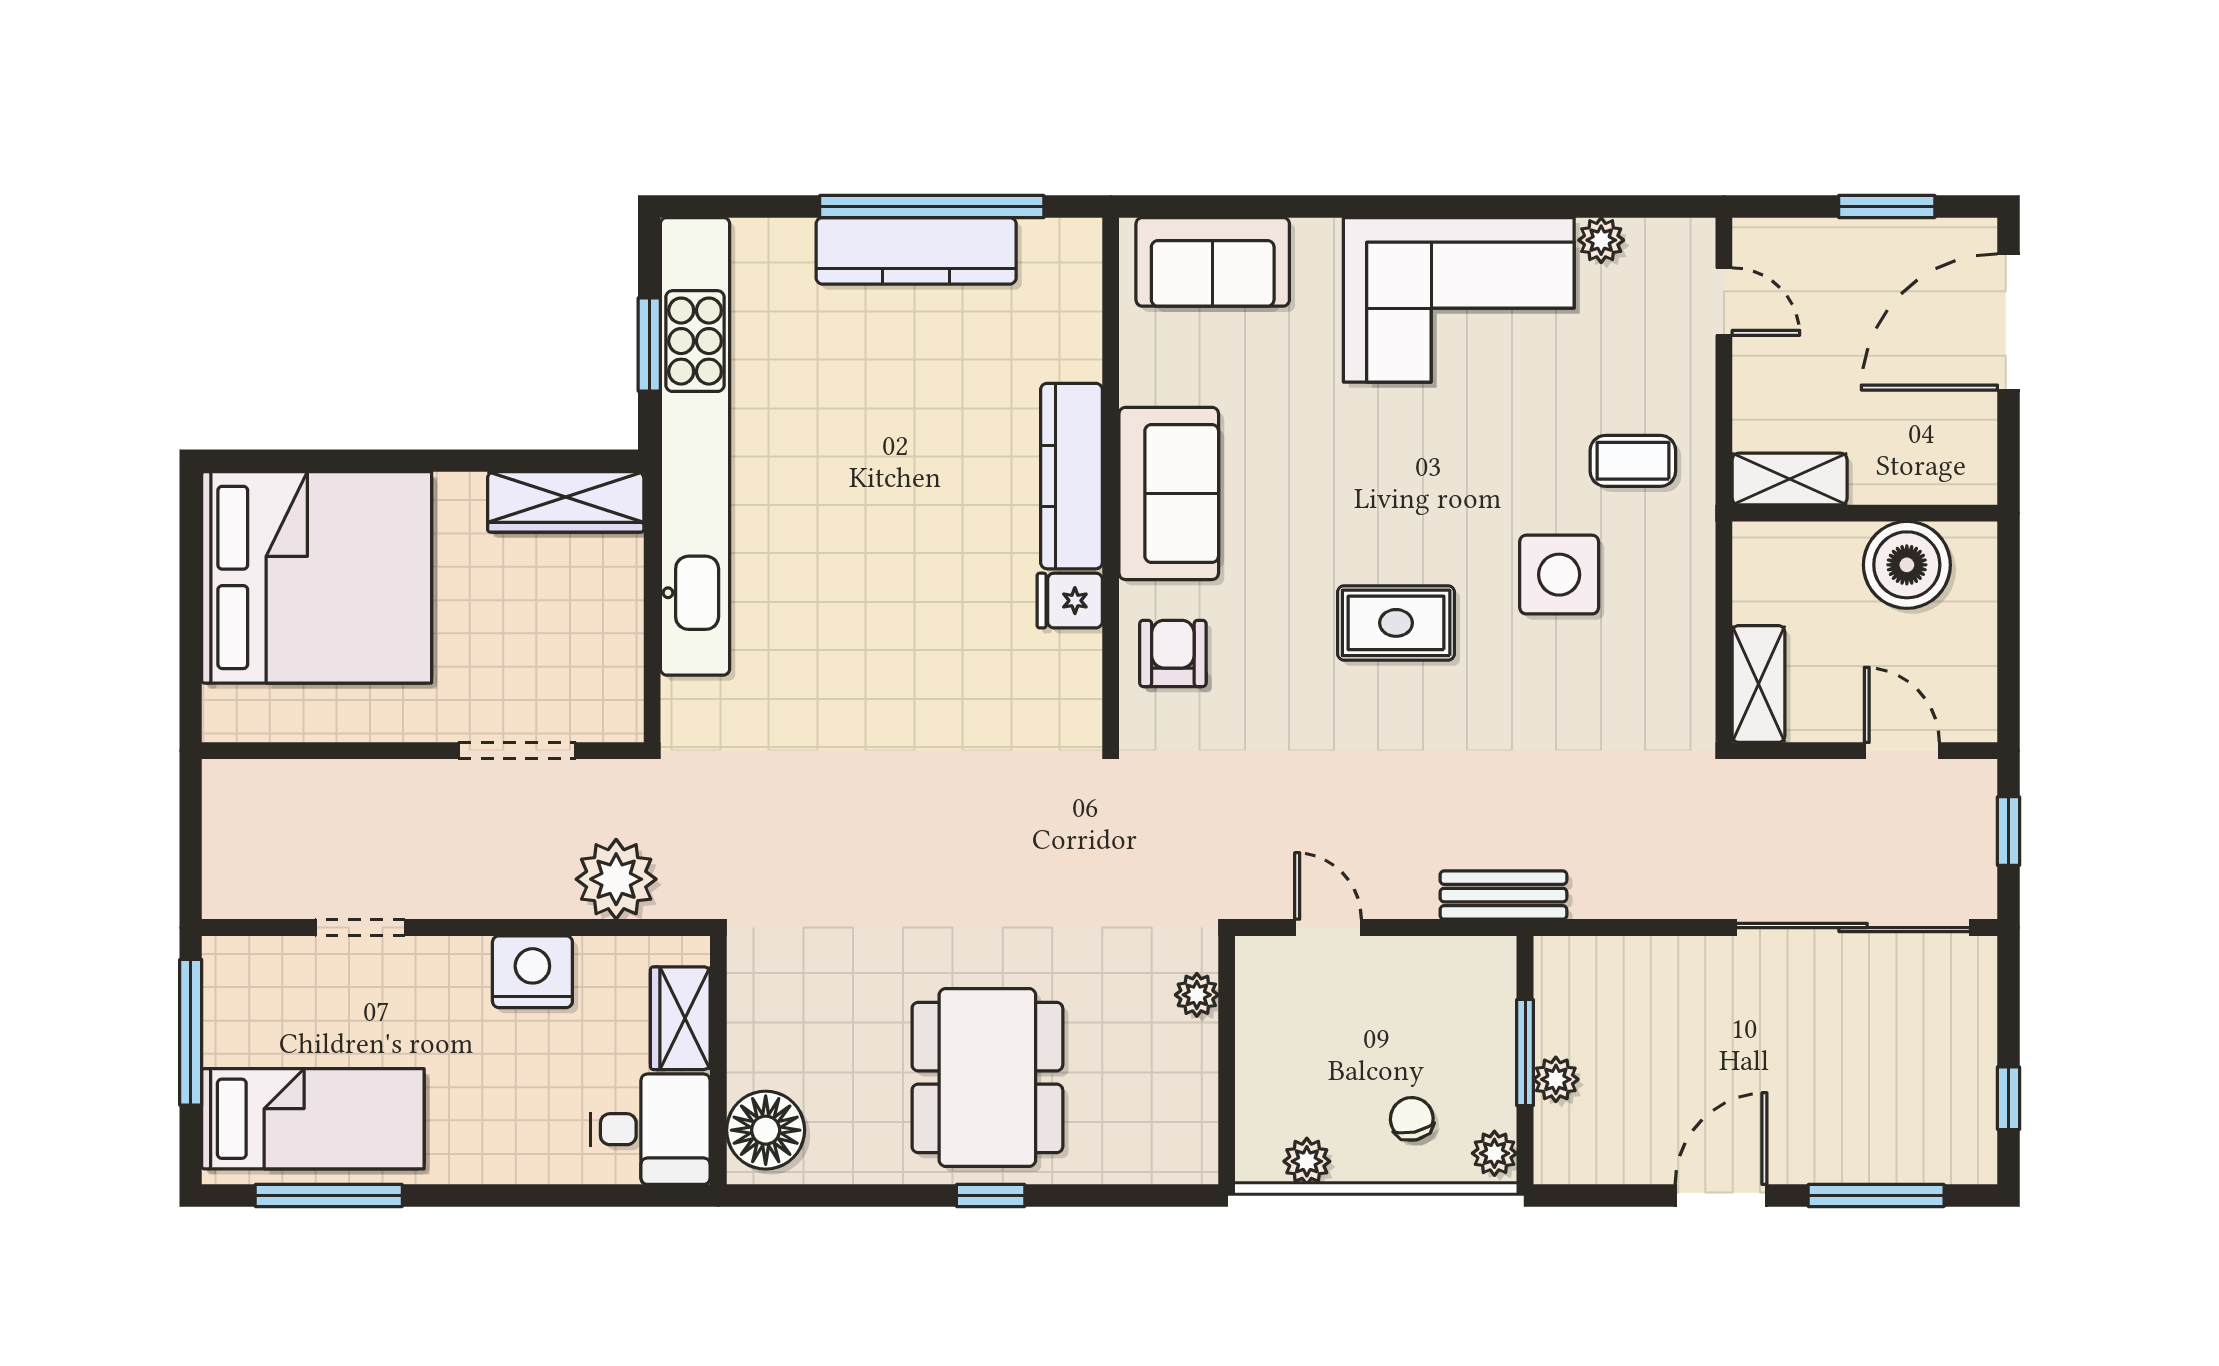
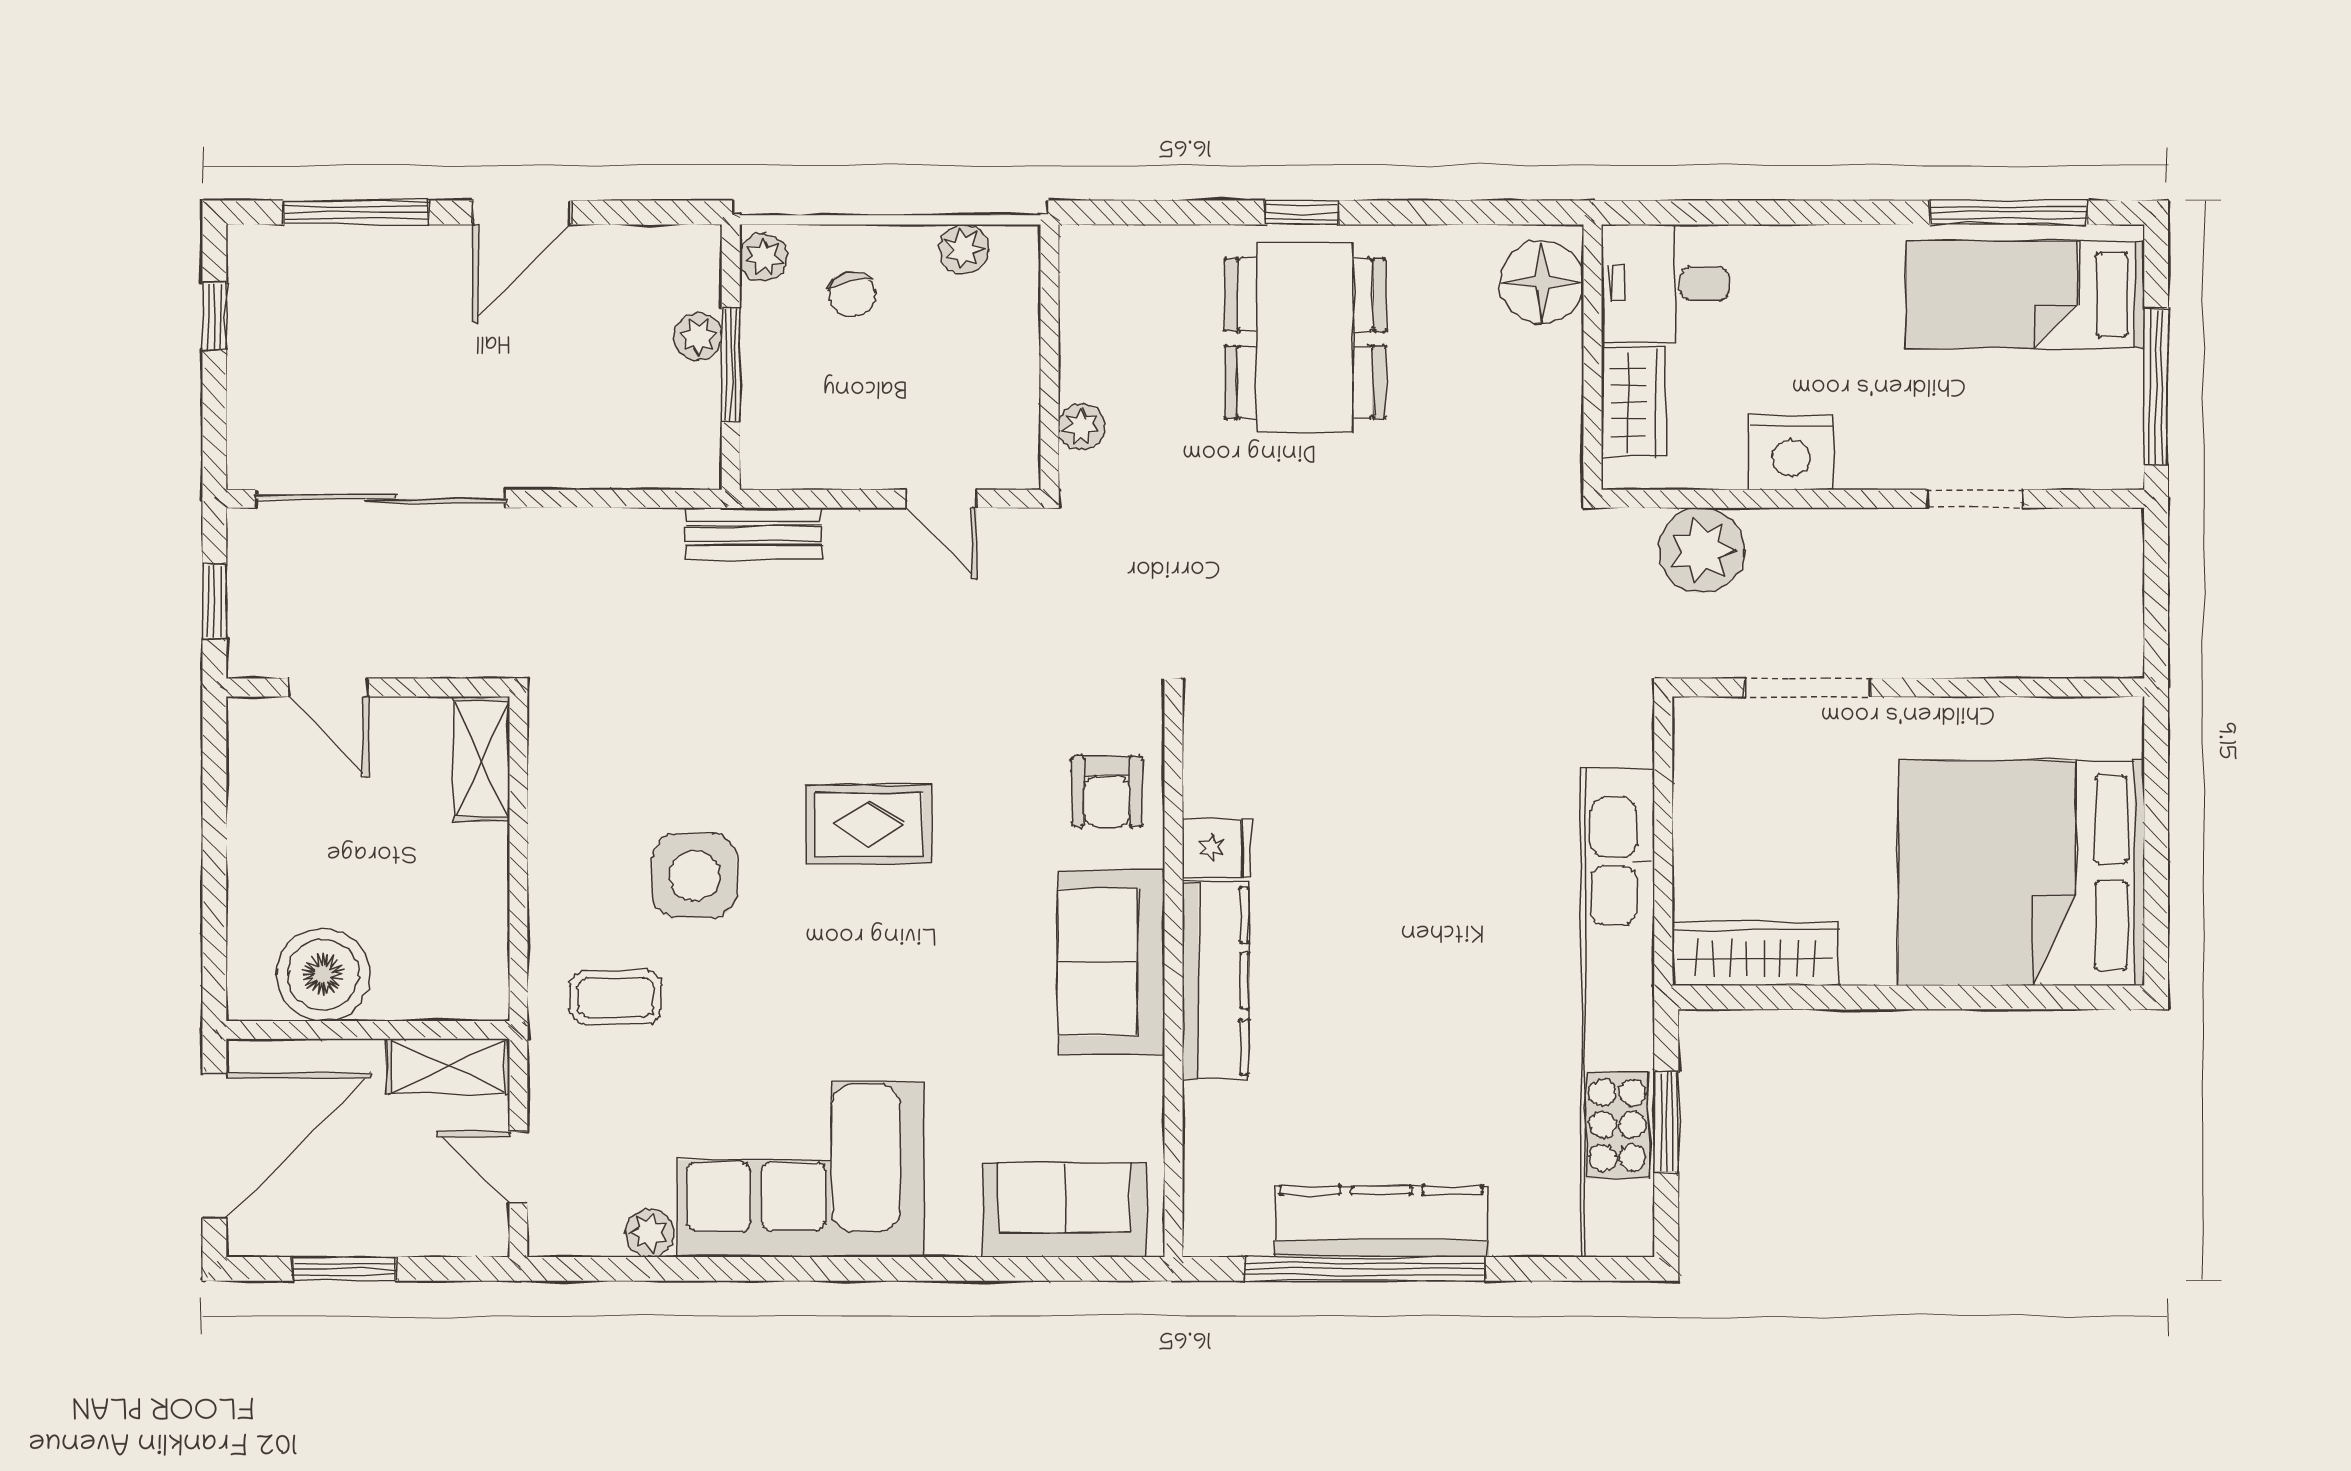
shelving: (1790, 479) -> (448, 1066), moved
wall: (1865, 513) -> (368, 1030), moved
boiler: (1907, 565) -> (323, 975), moved

